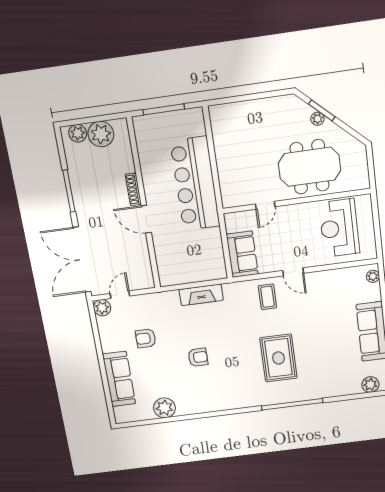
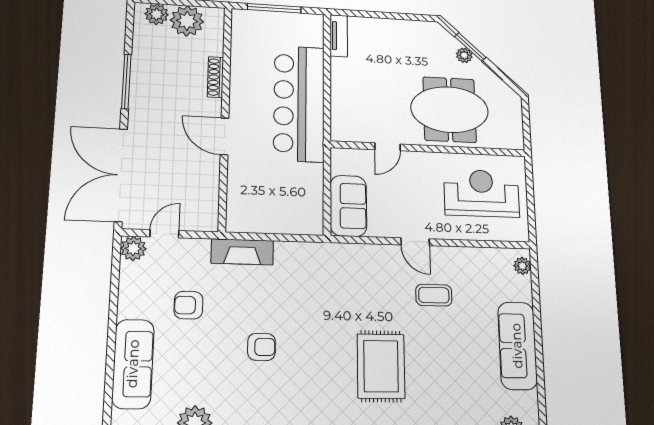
tv unit: (217, 122) -> (339, 36), added
shoe rack: (133, 189) -> (215, 77), moved
reception desk: (339, 228) -> (482, 193), turned 90
fireplace: (201, 295) -> (242, 252), moved
coffee table: (267, 297) -> (434, 295), moved, turned 90

